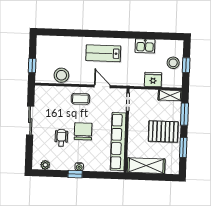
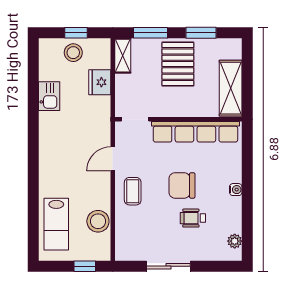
lab bench: (103, 53) -> (56, 224), moved
window: (75, 174) -> (247, 195), removed

